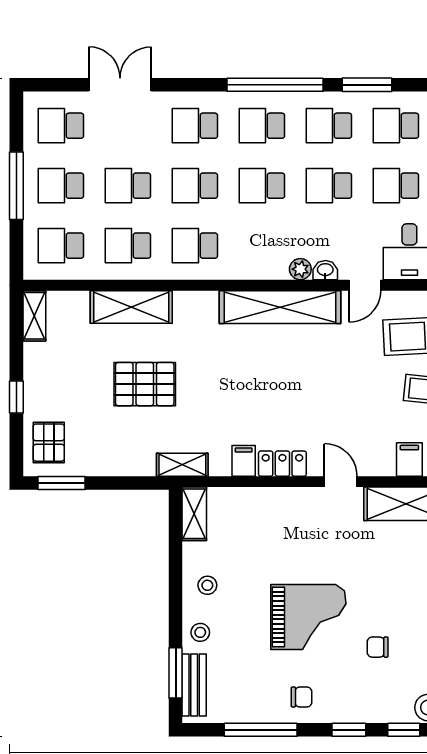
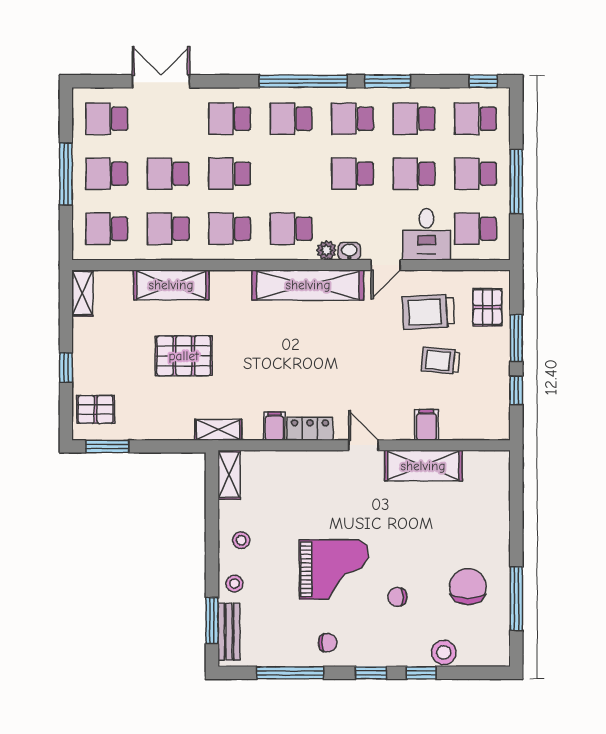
school desk: (262, 186) -> (291, 229), moved
pallet: (49, 443) -> (96, 409), turned 90

